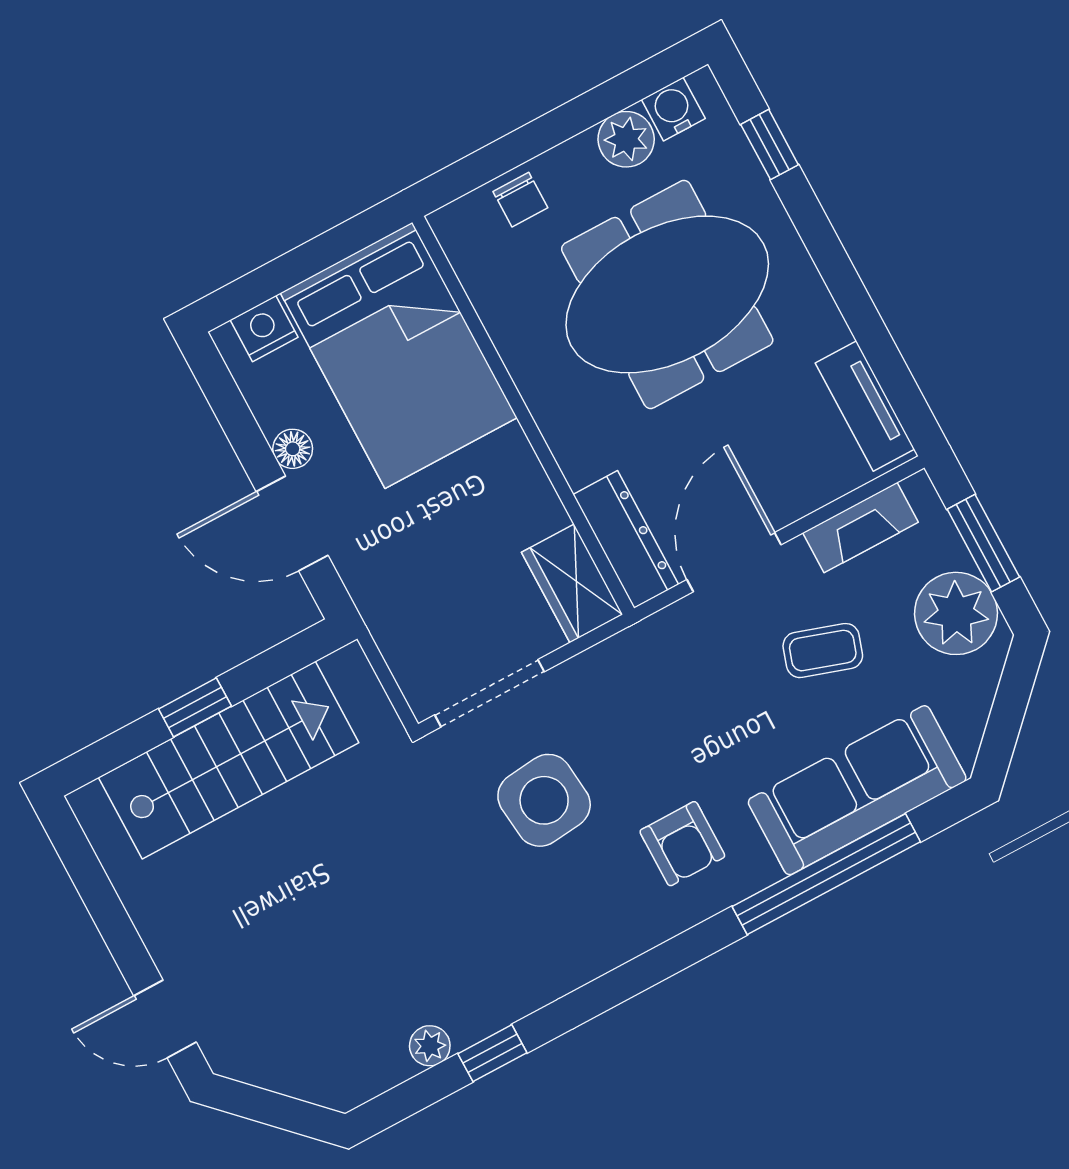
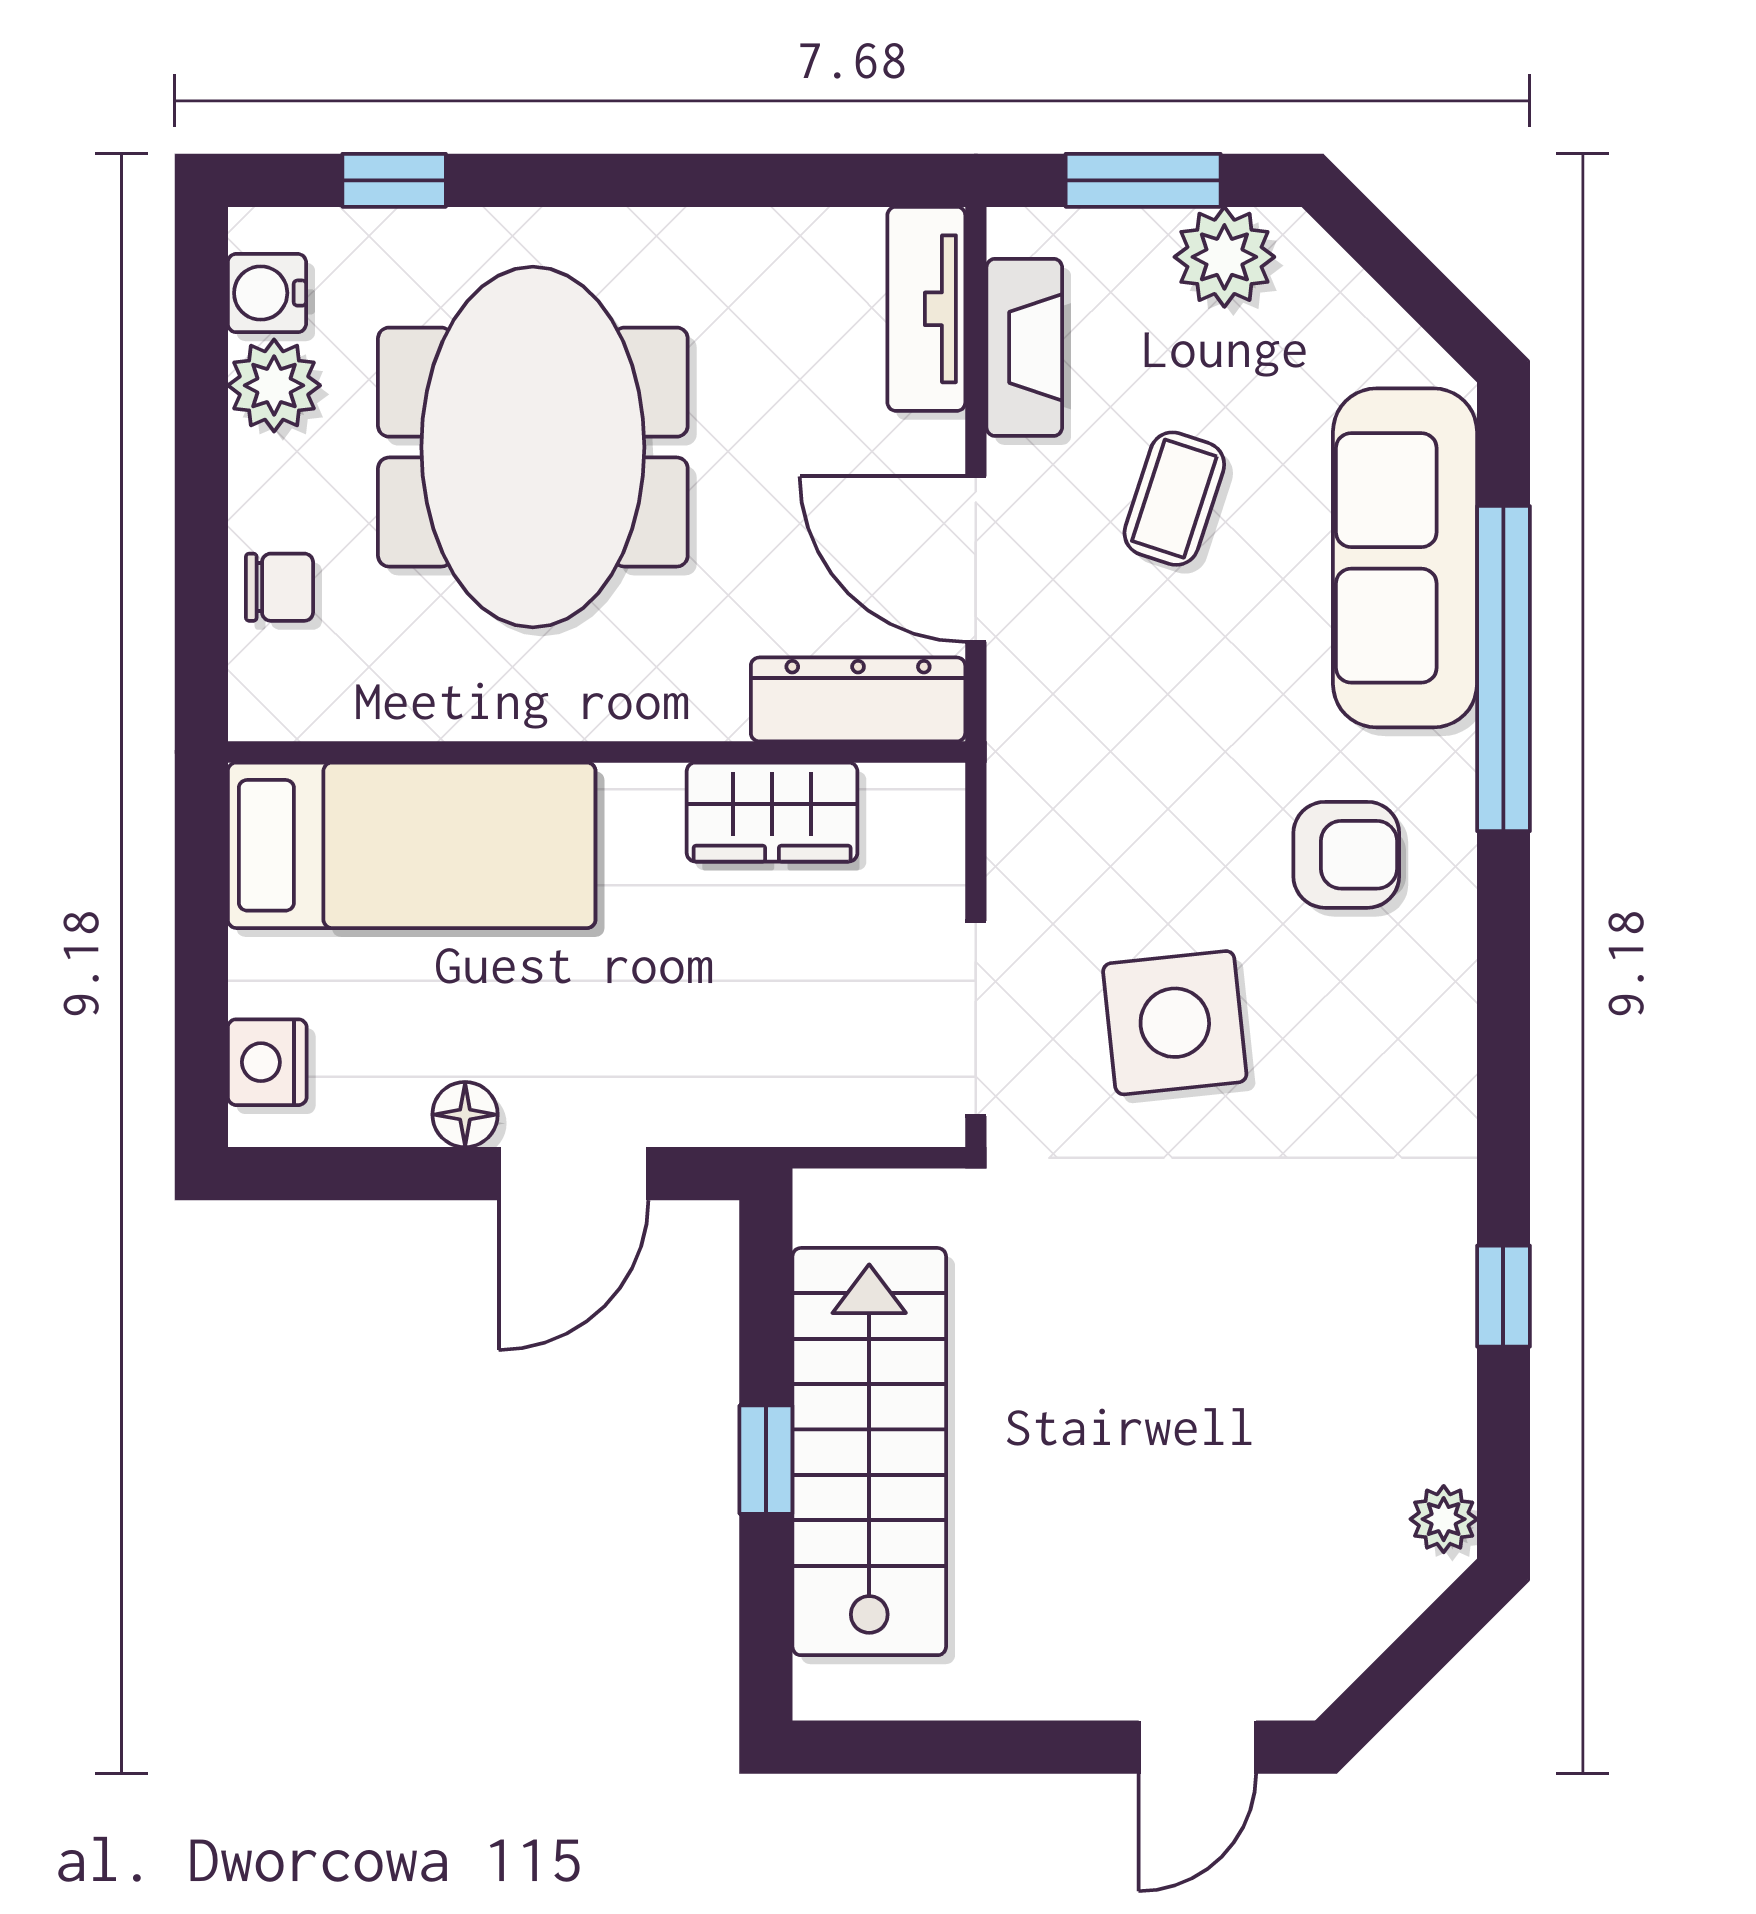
bed: (399, 355) -> (412, 845), width x0.67
tv unit: (865, 406) -> (926, 309), moved, turned 90
wardrobe: (572, 583) -> (772, 812), moved
plant: (956, 613) -> (1224, 257), width x0.73, depth x0.73
plant: (430, 1046) -> (1444, 1519), moved

